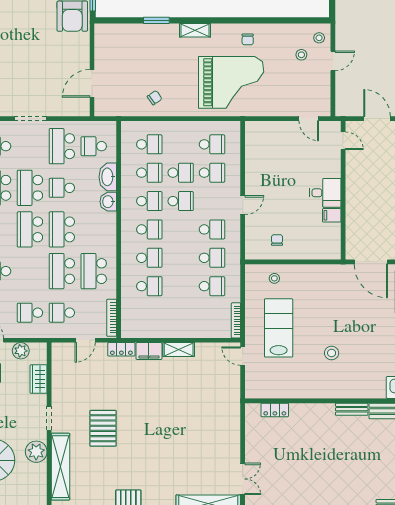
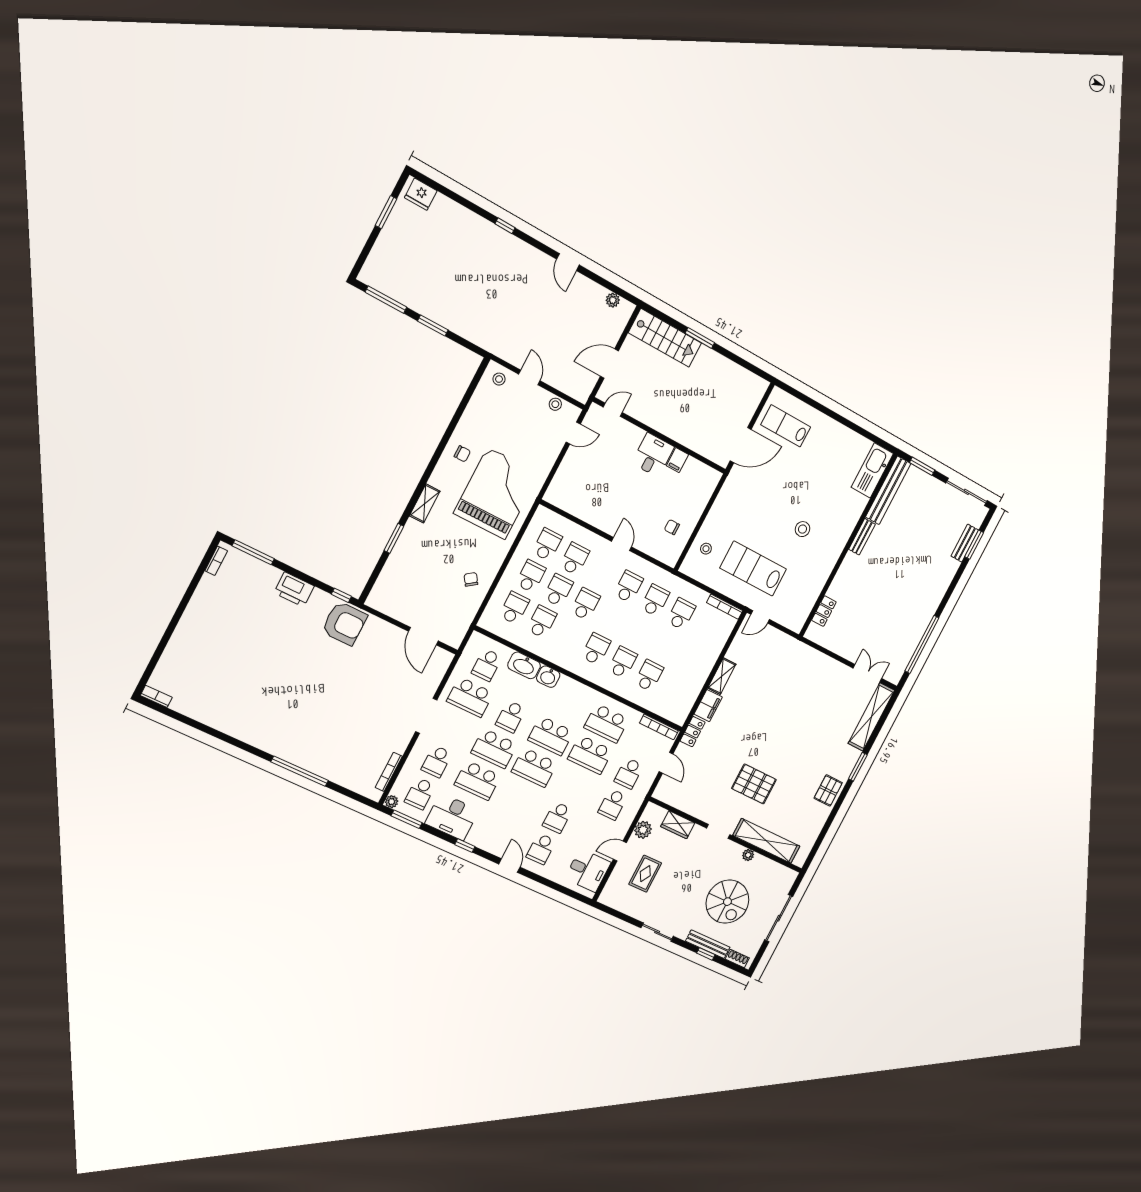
stool: (301, 55) -> (555, 404), moved
school desk: (149, 201) -> (531, 576), moved
plant: (36, 452) -> (748, 855), width x0.53, depth x0.53

